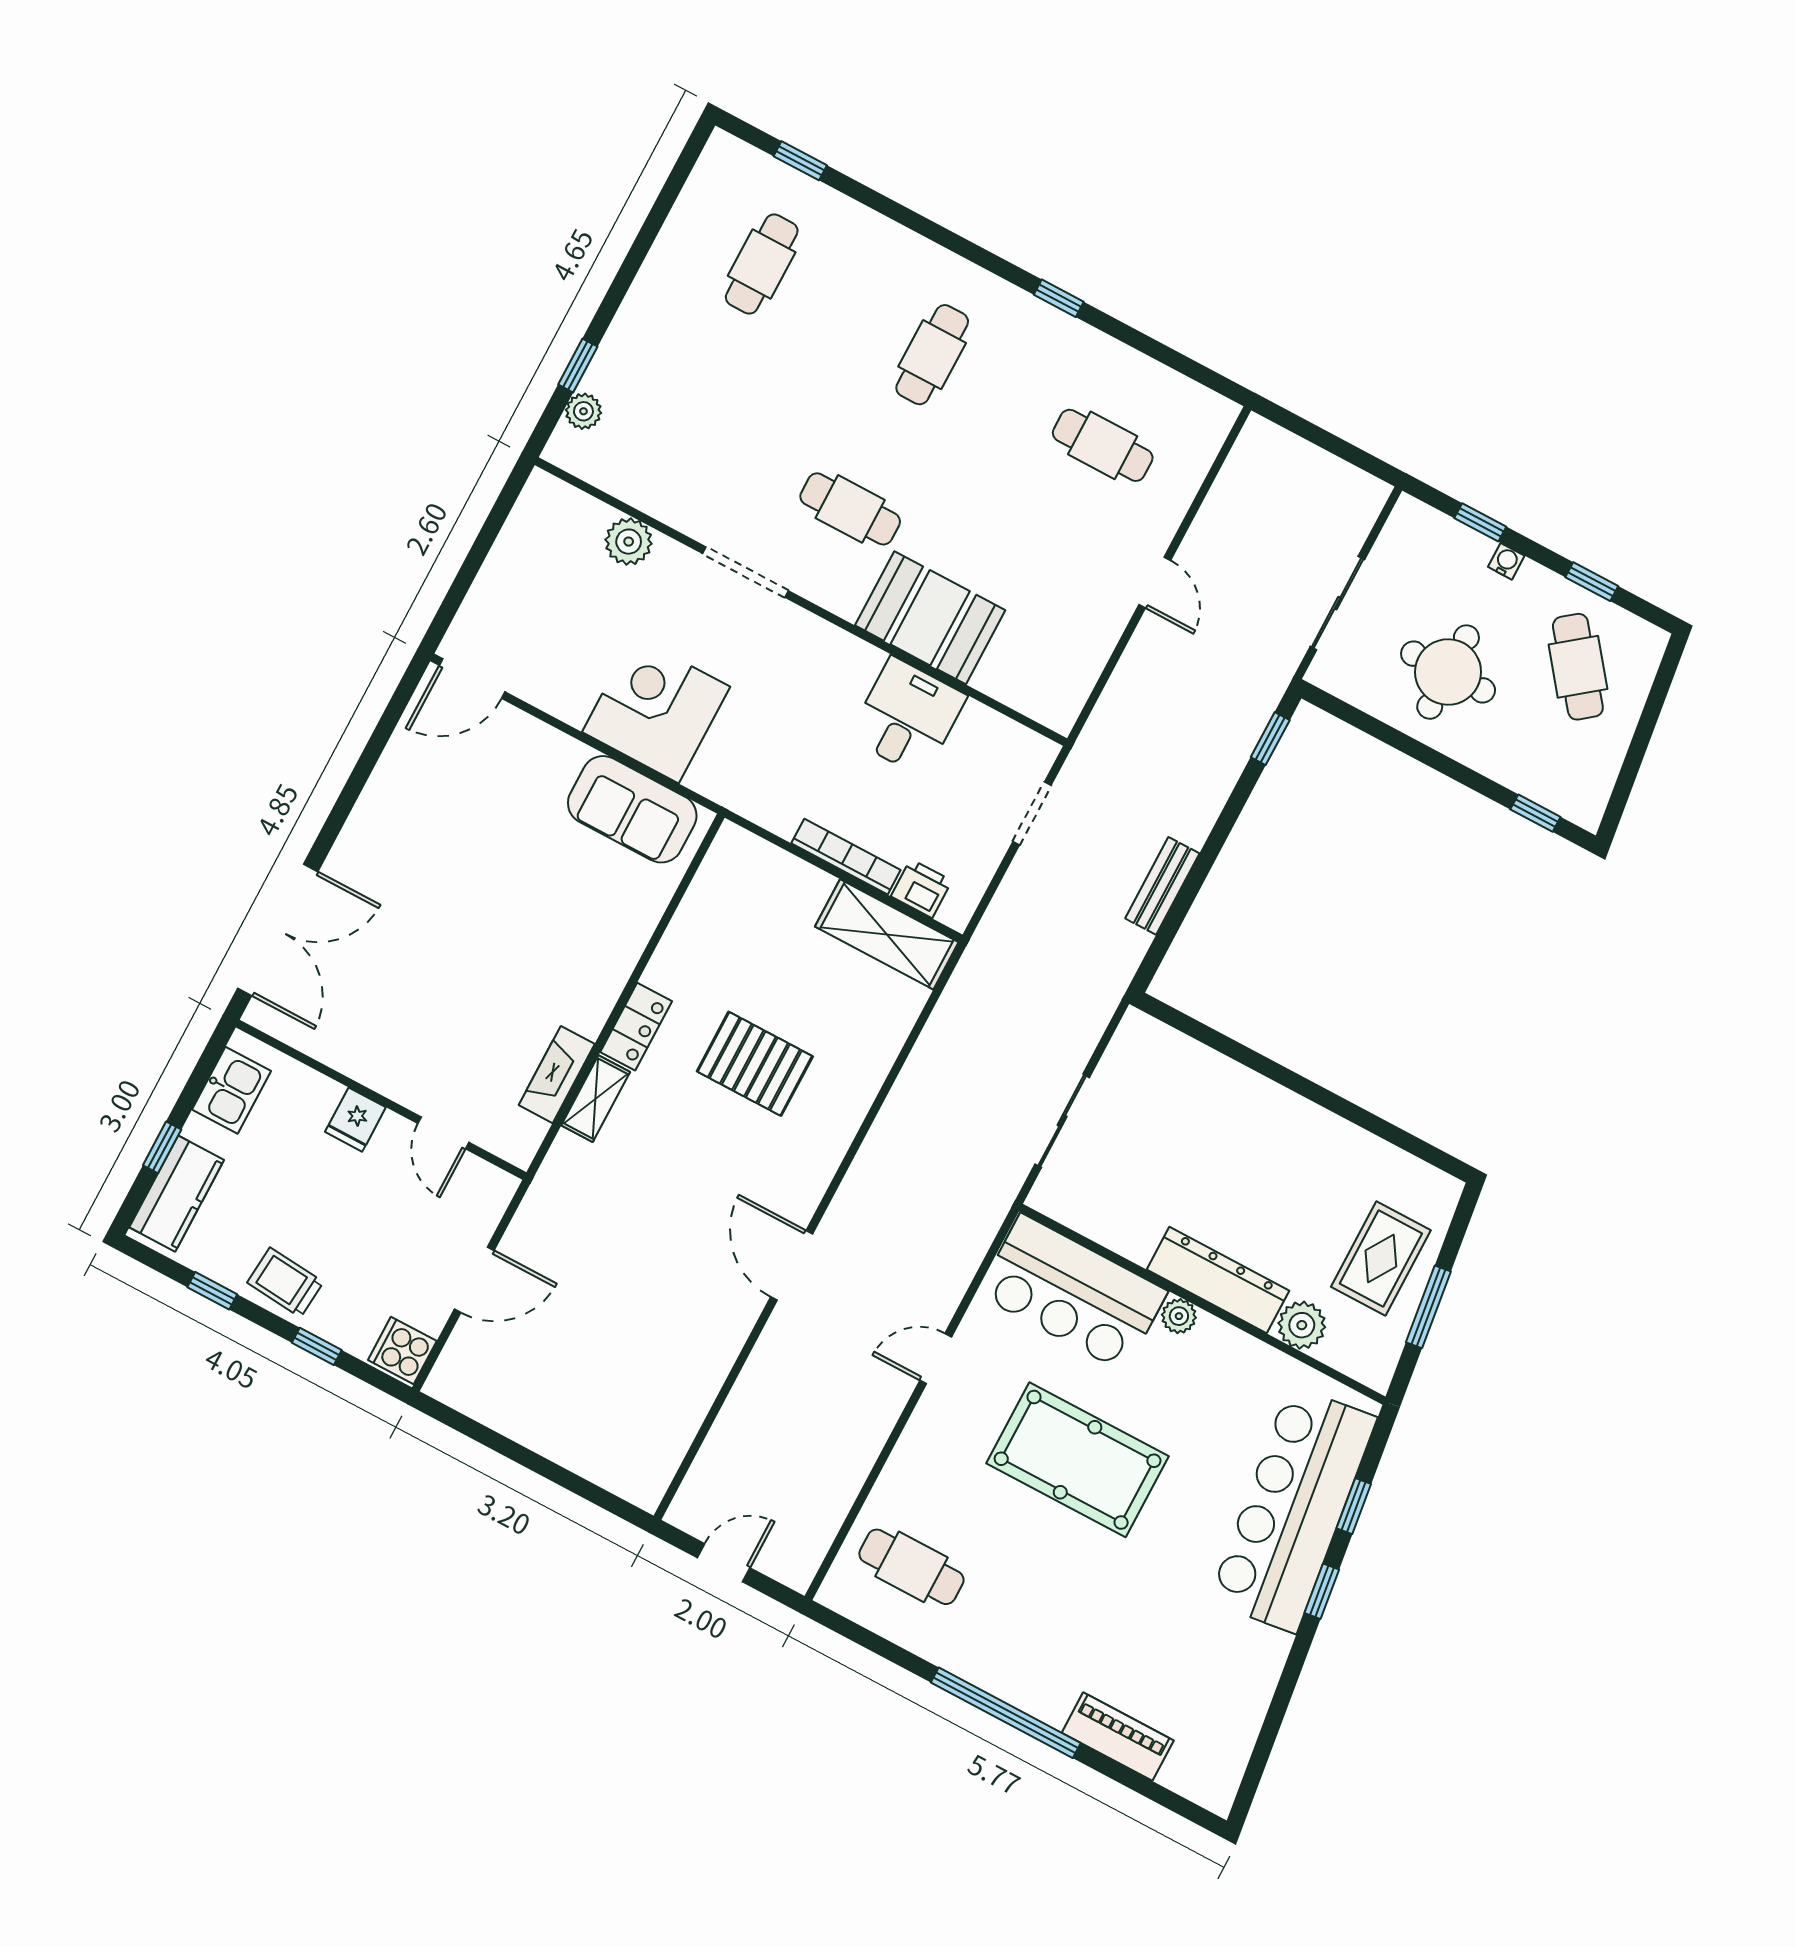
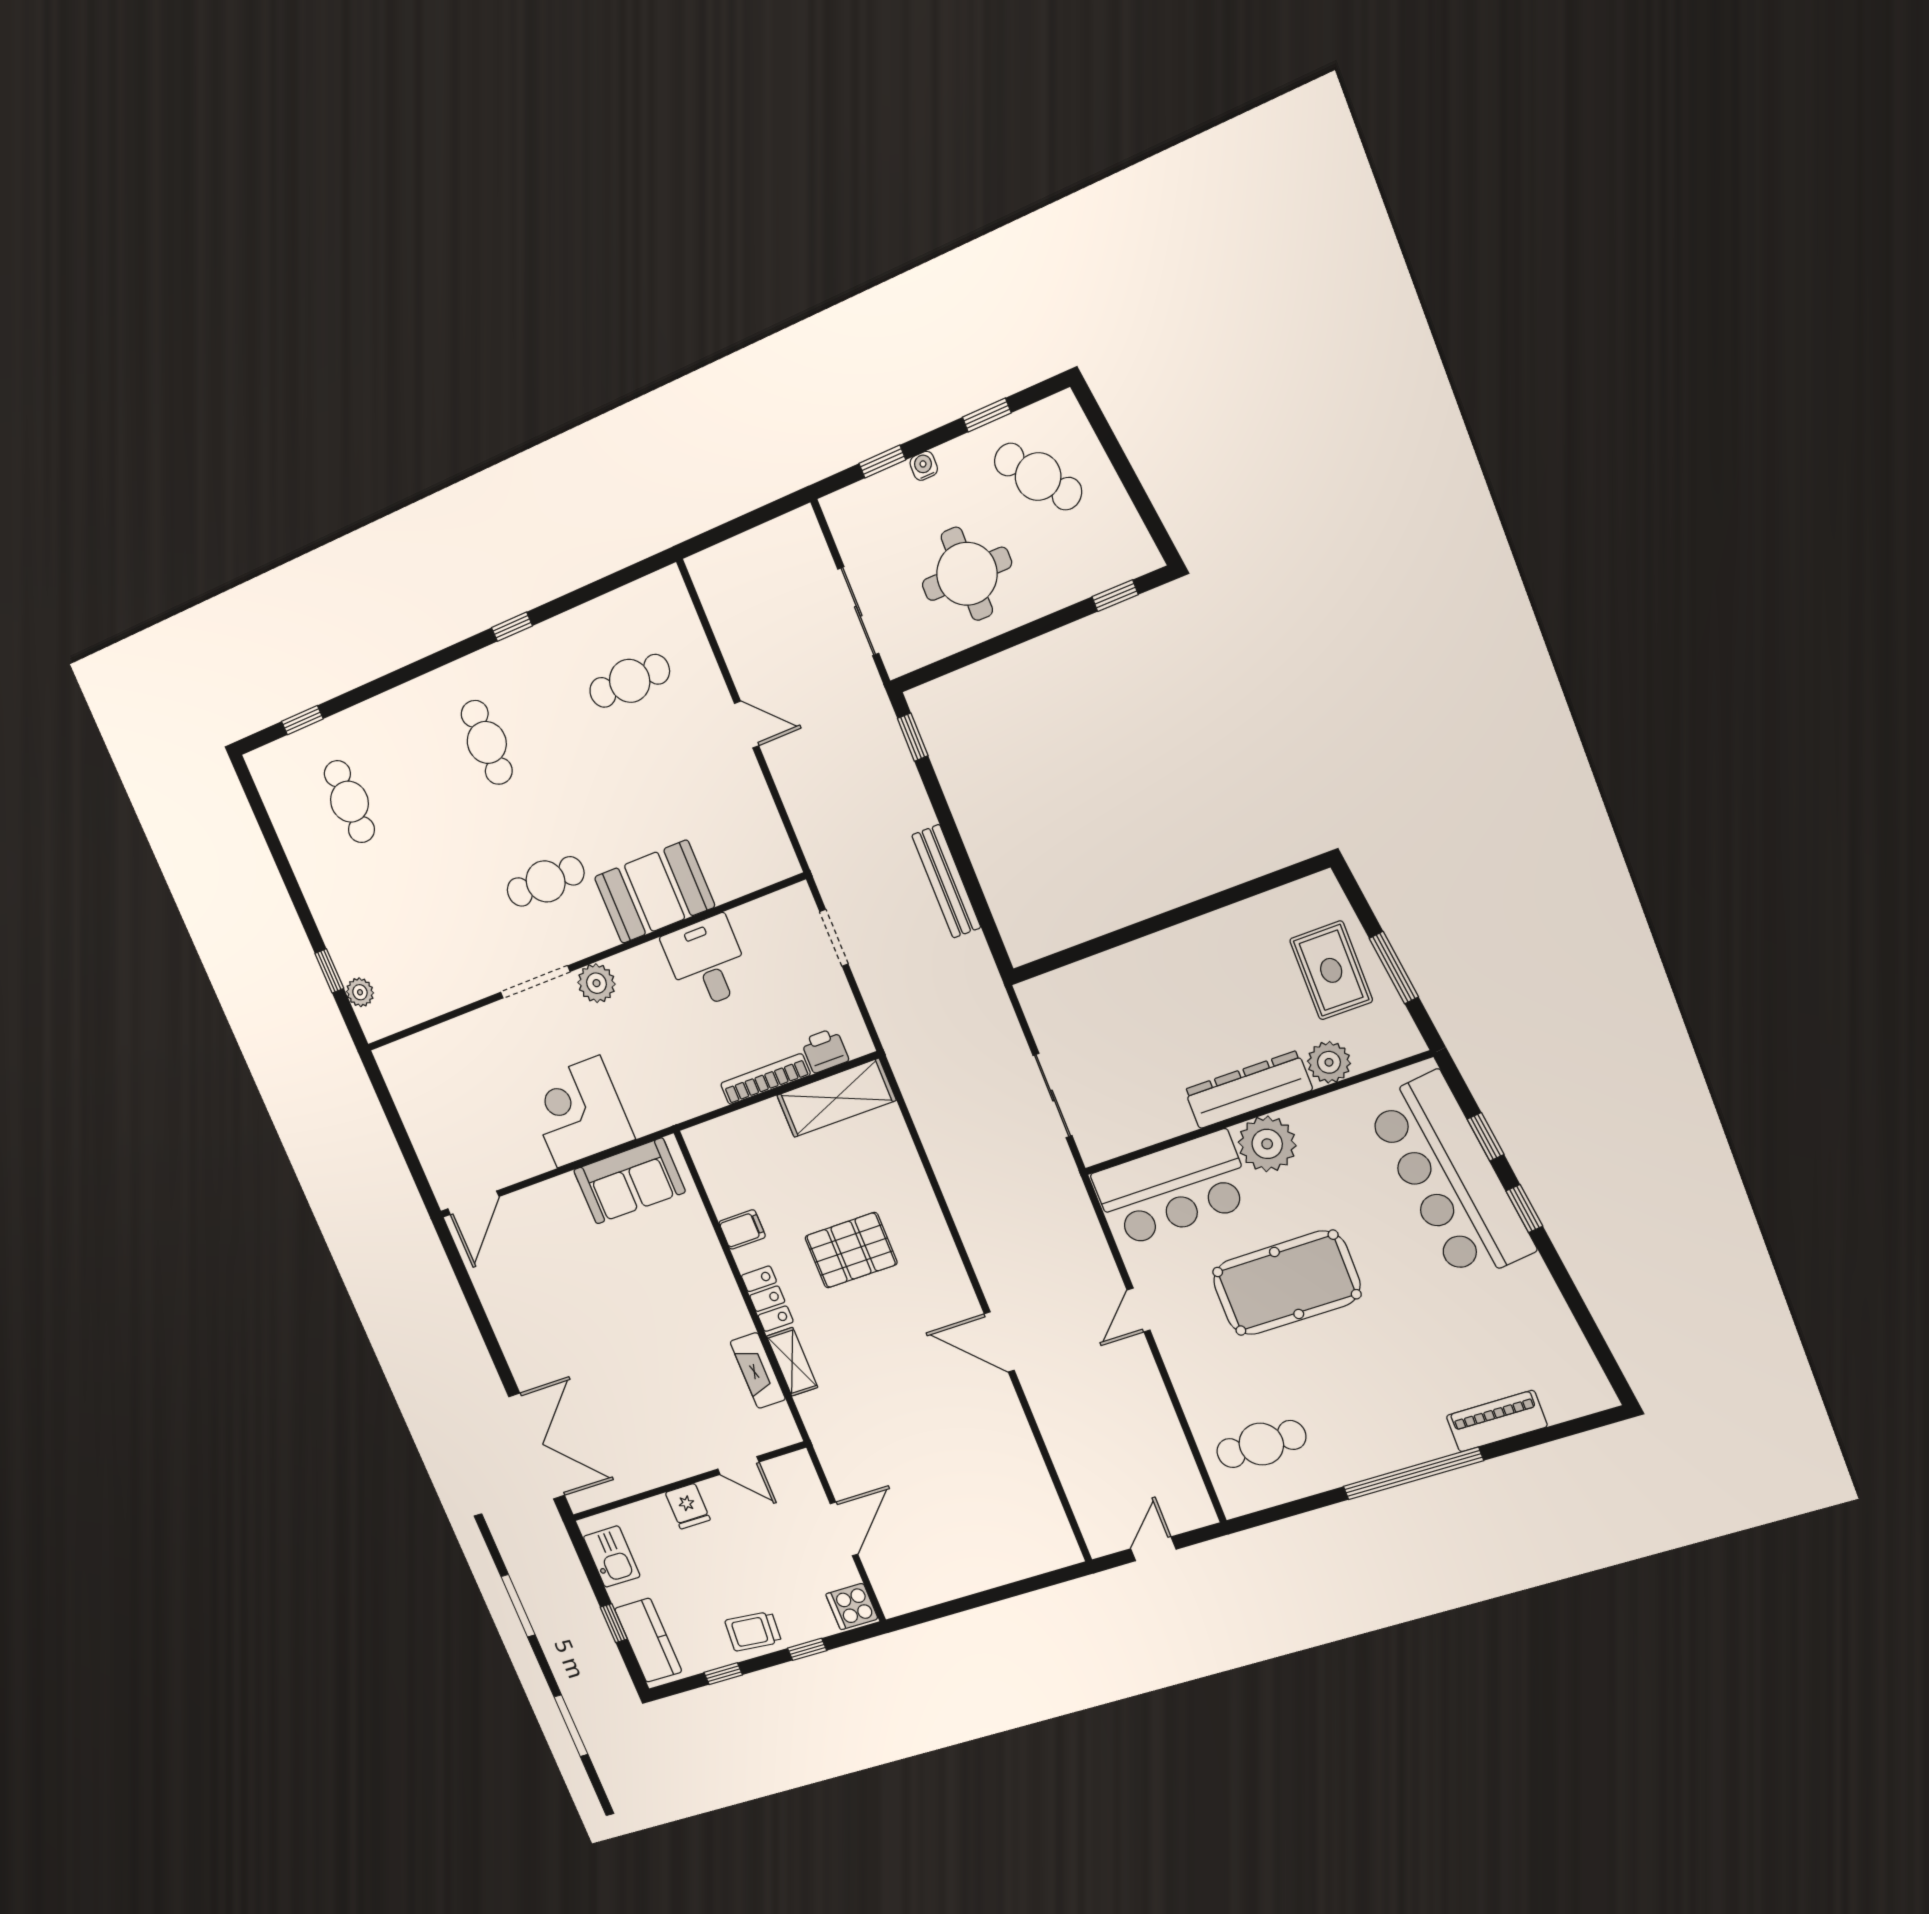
plant: (629, 542) -> (597, 983), moved
bench: (1162, 886) -> (946, 881), width x1.36
filing cabinet: (682, 950) -> (742, 1229), added
plant: (1179, 1316) -> (1267, 1144), width x1.87, depth x1.87

